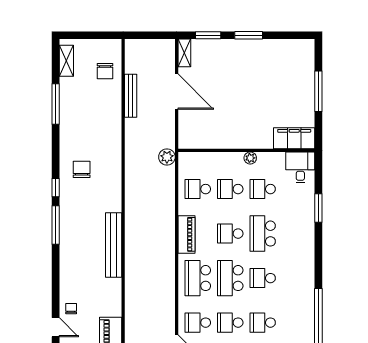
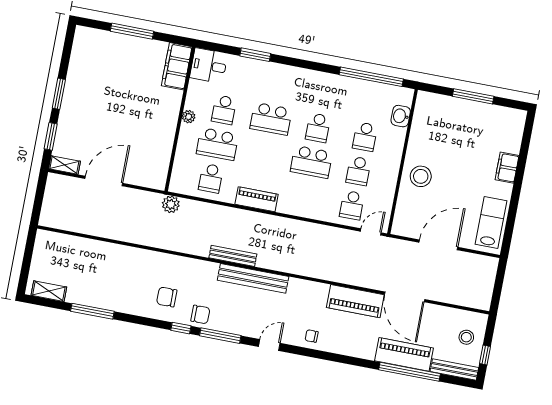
chair: (105, 71) -> (200, 315), moved
bench: (131, 96) -> (233, 256), moved
school desk: (230, 189) -> (217, 144), width x1.85
school desk: (230, 234) -> (264, 153), removed
school desk: (198, 278) -> (305, 196), removed
door: (56, 327) -> (269, 345), moved

